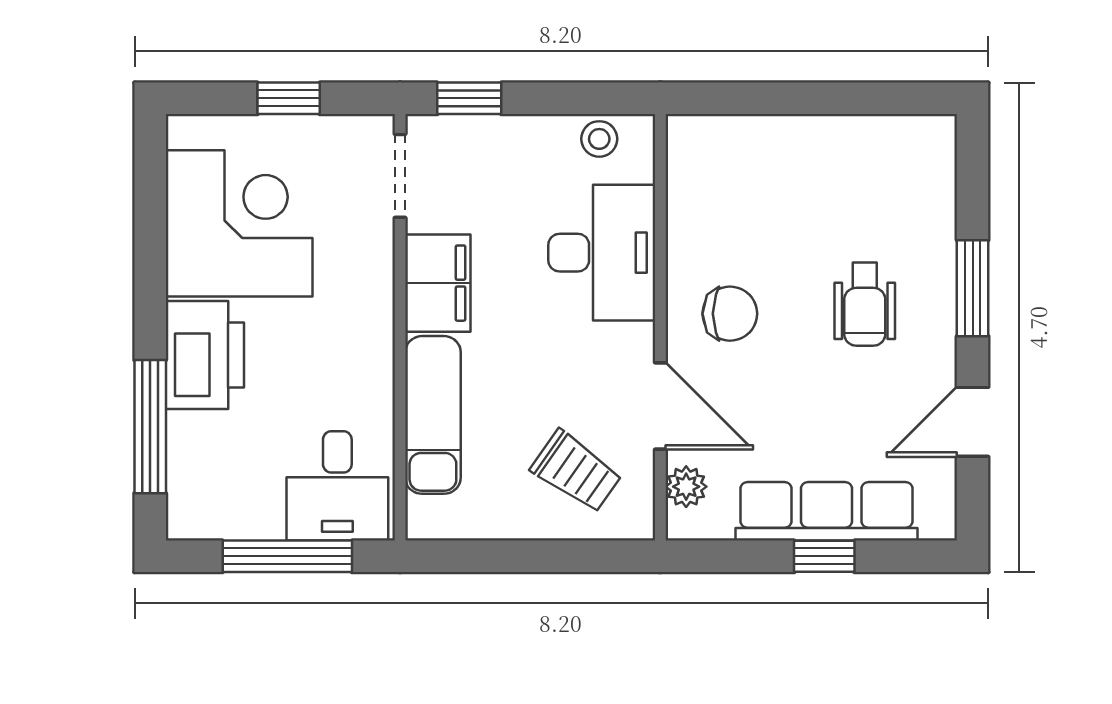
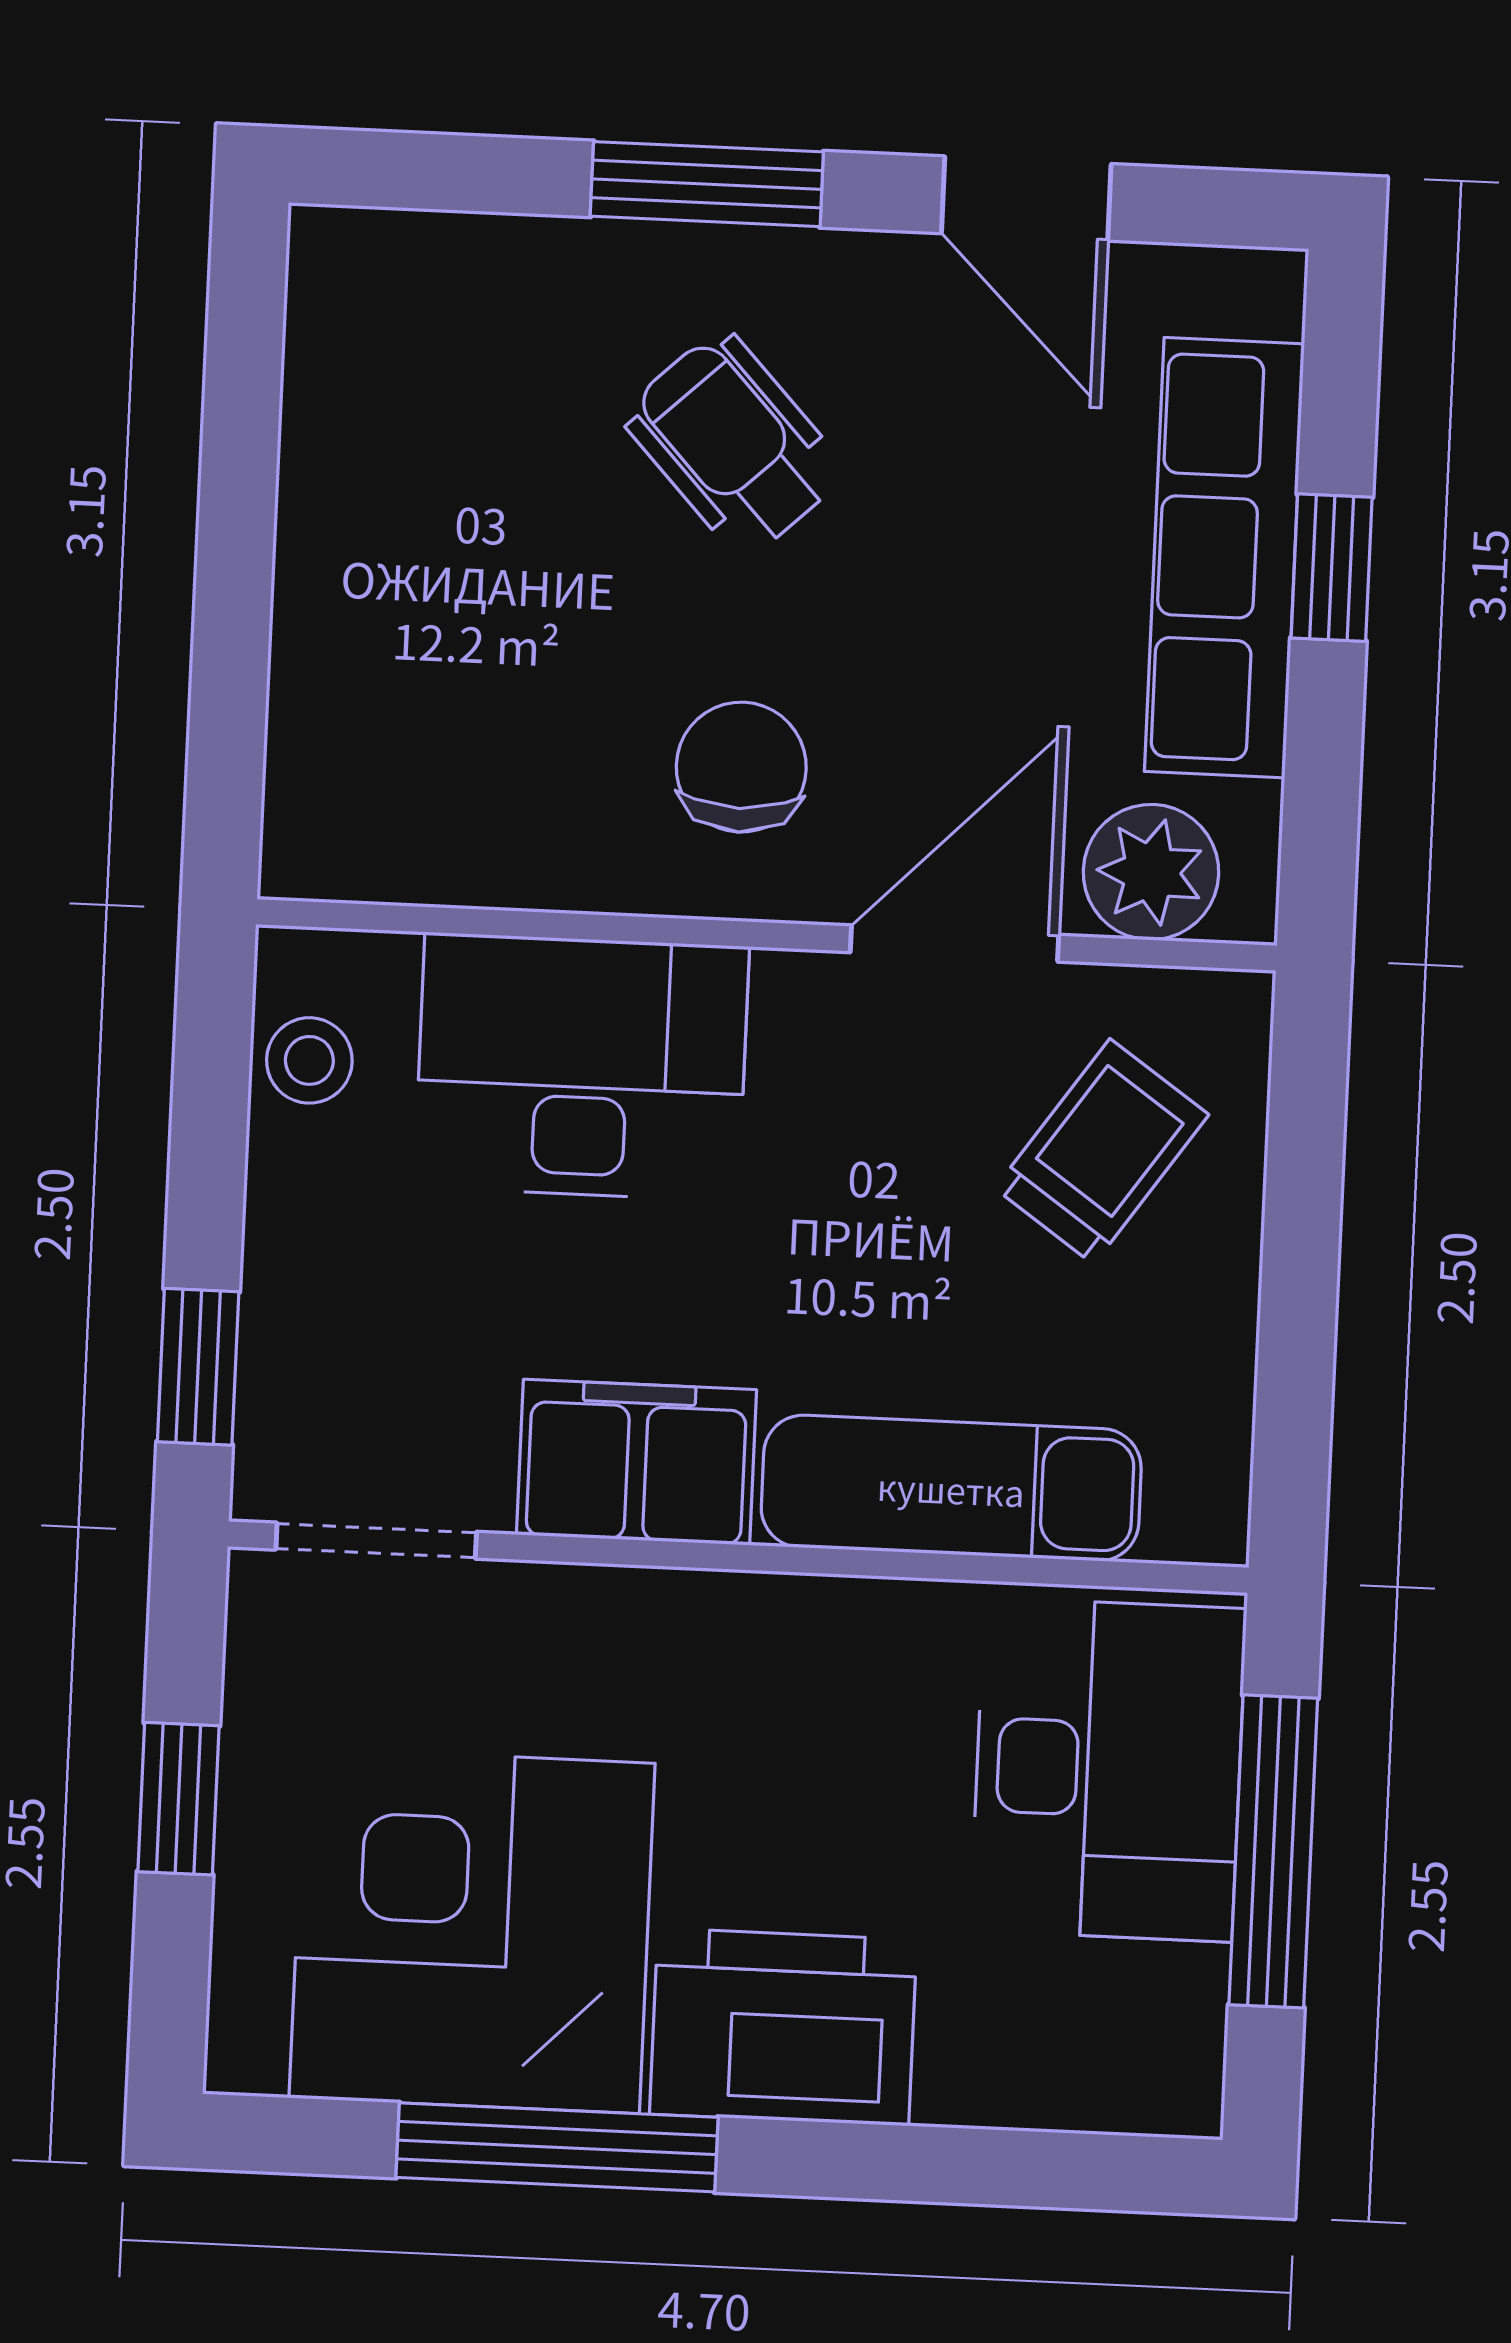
wheelchair: (865, 304) -> (734, 444), turned -133
window: (150, 427) -> (557, 2147), moved
desk: (337, 486) -> (1108, 1770), width x1.37
plant: (686, 487) -> (1151, 872), width x1.38, depth x1.38

